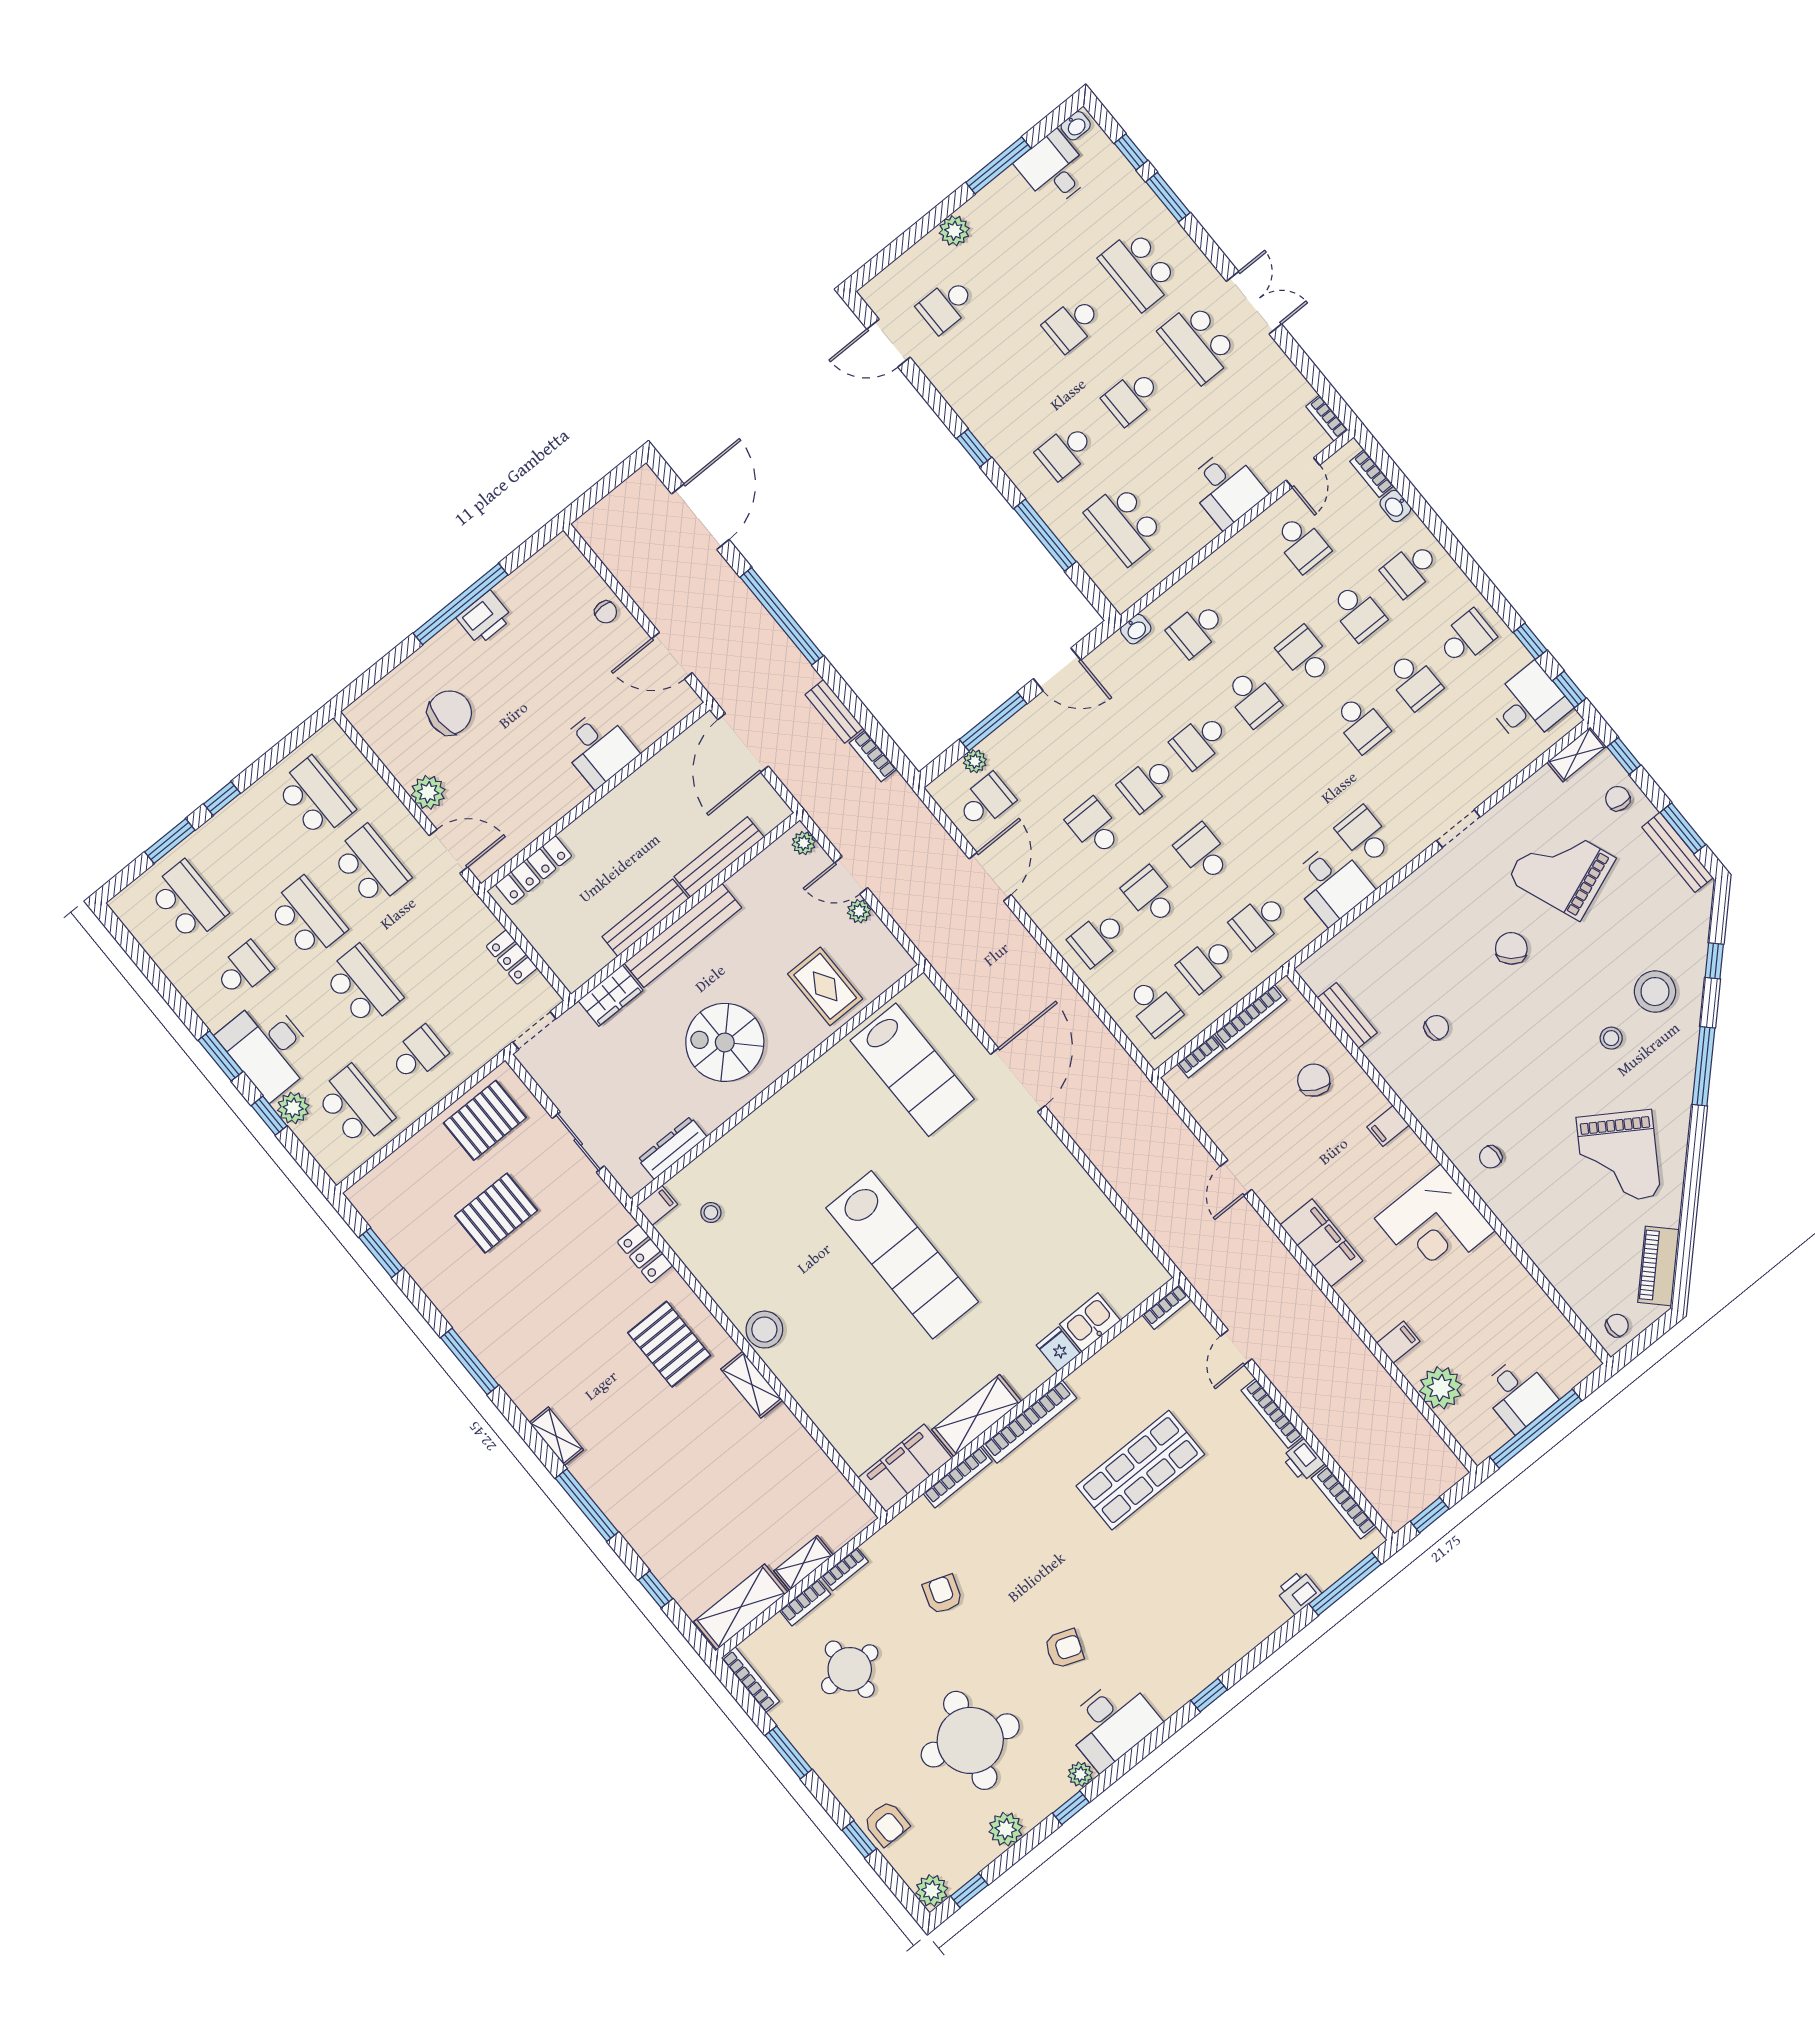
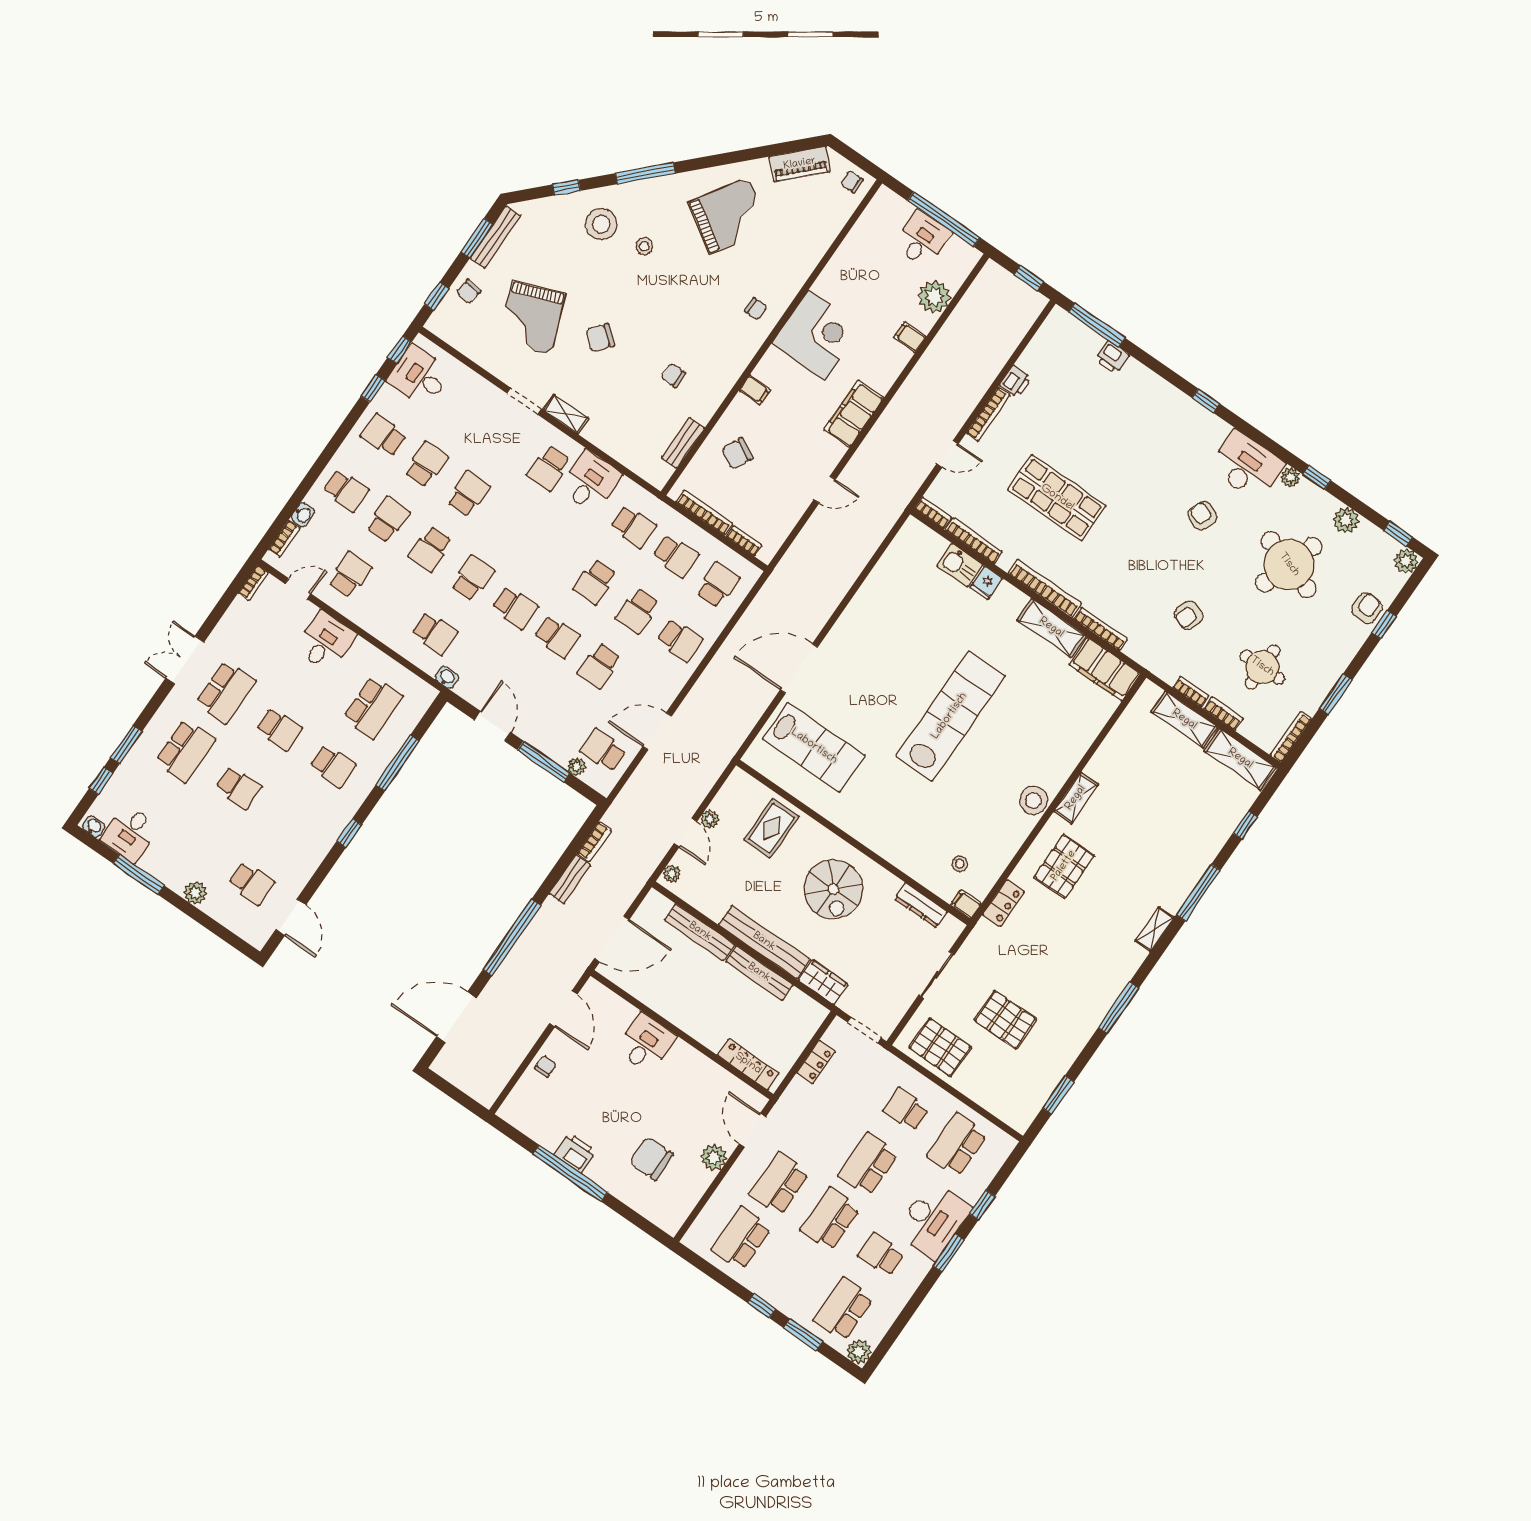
shelving: (1577, 754) -> (566, 414), moved
lab bench: (912, 1070) -> (814, 747), turned 90
plant: (293, 1108) -> (859, 1352), moved
bookcase: (1344, 1502) -> (974, 541), moved, turned -90
shelving: (803, 1563) -> (1184, 720), width x1.50, depth x1.33

